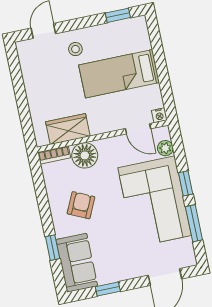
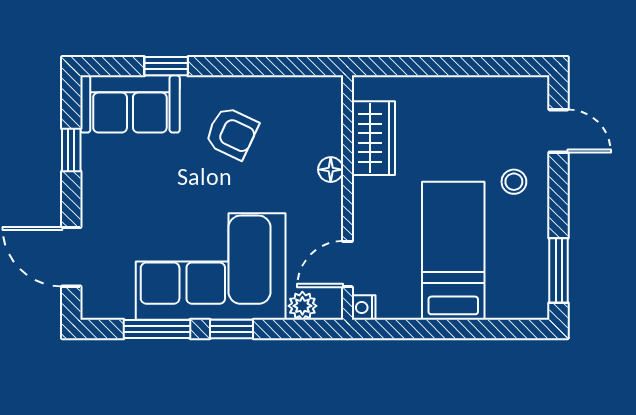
window: (118, 15) -> (559, 270), width x1.50
bookcase: (54, 155) -> (332, 104), removed
floor lamp: (85, 155) -> (331, 170), width x0.53, depth x0.53

